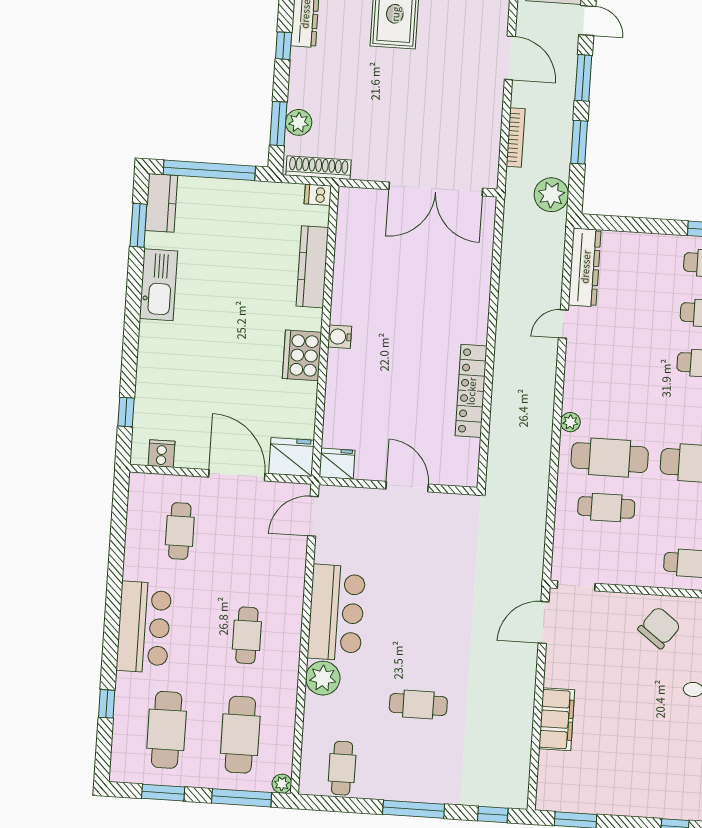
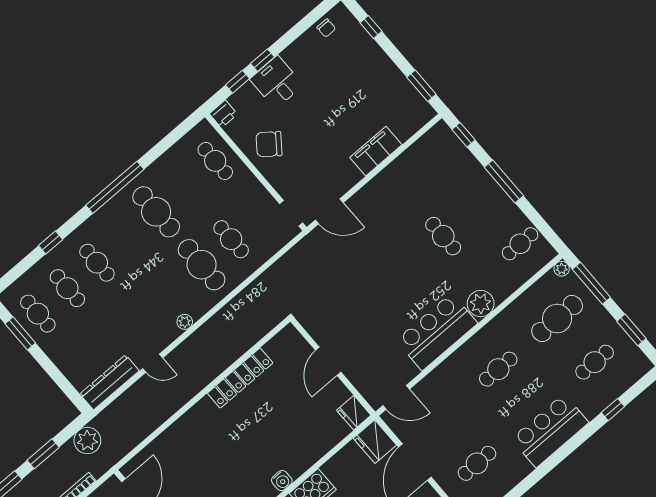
plant: (570, 422) -> (185, 322), moved
cafe table: (167, 730) -> (595, 362), width x0.73, depth x0.74

